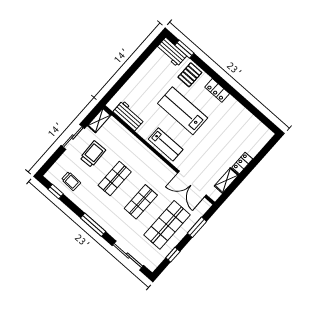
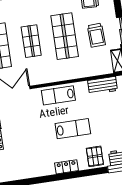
lab bench: (183, 111) -> (73, 129), width x0.73, depth x0.72
shop shelf: (115, 179) -> (65, 36), width x1.43, depth x1.36

